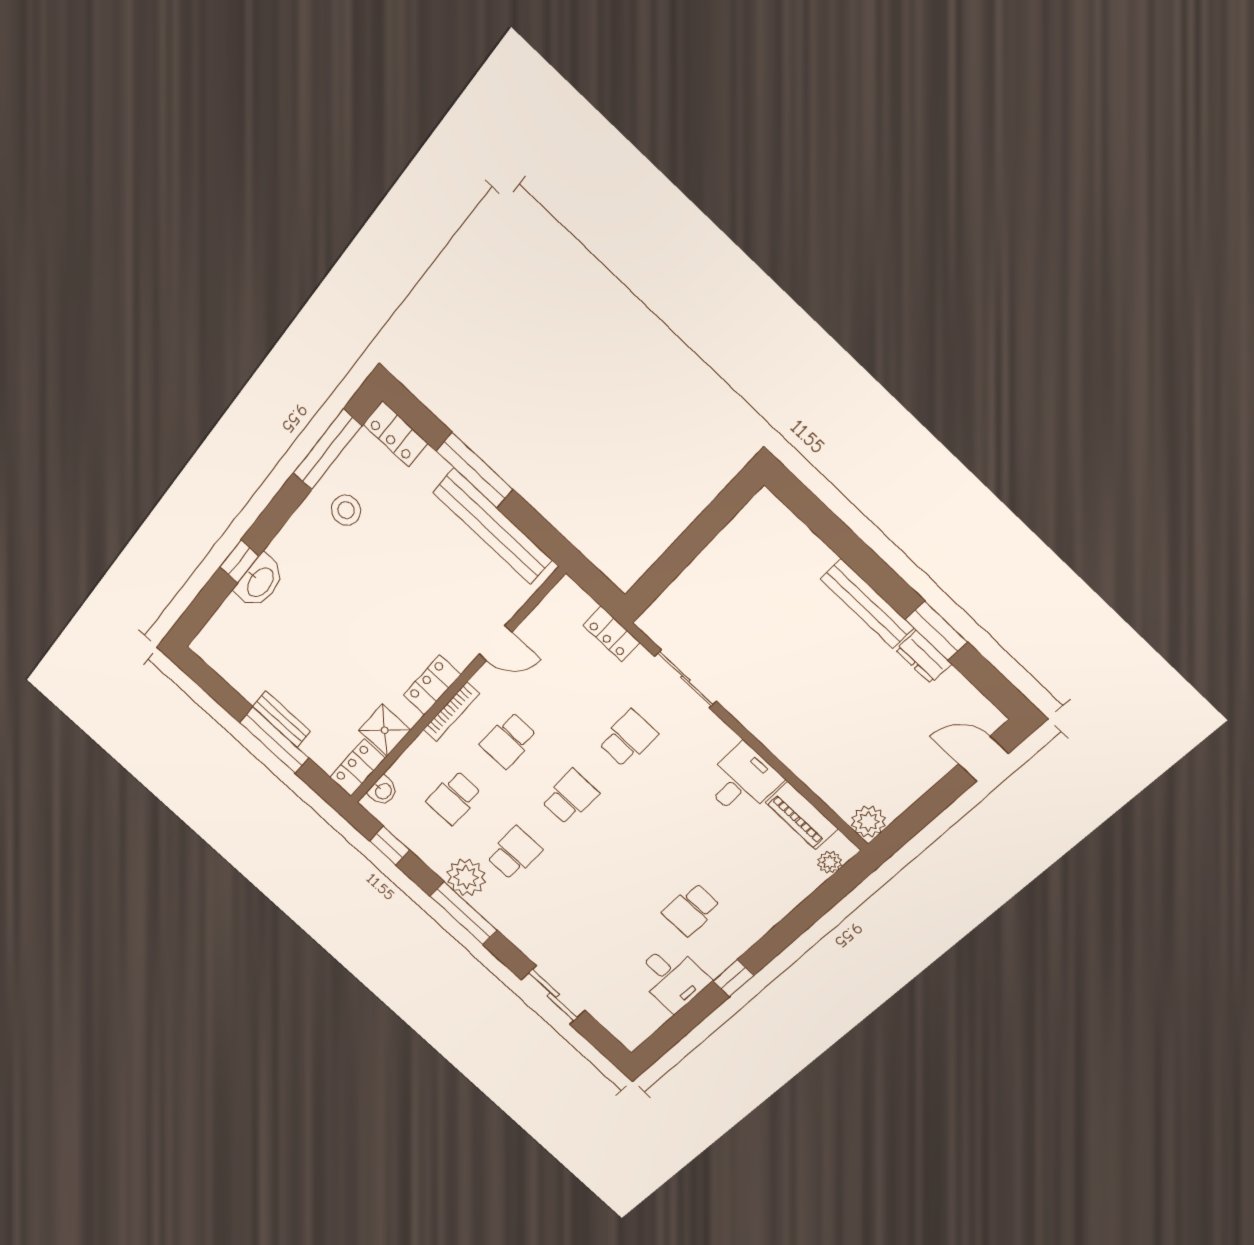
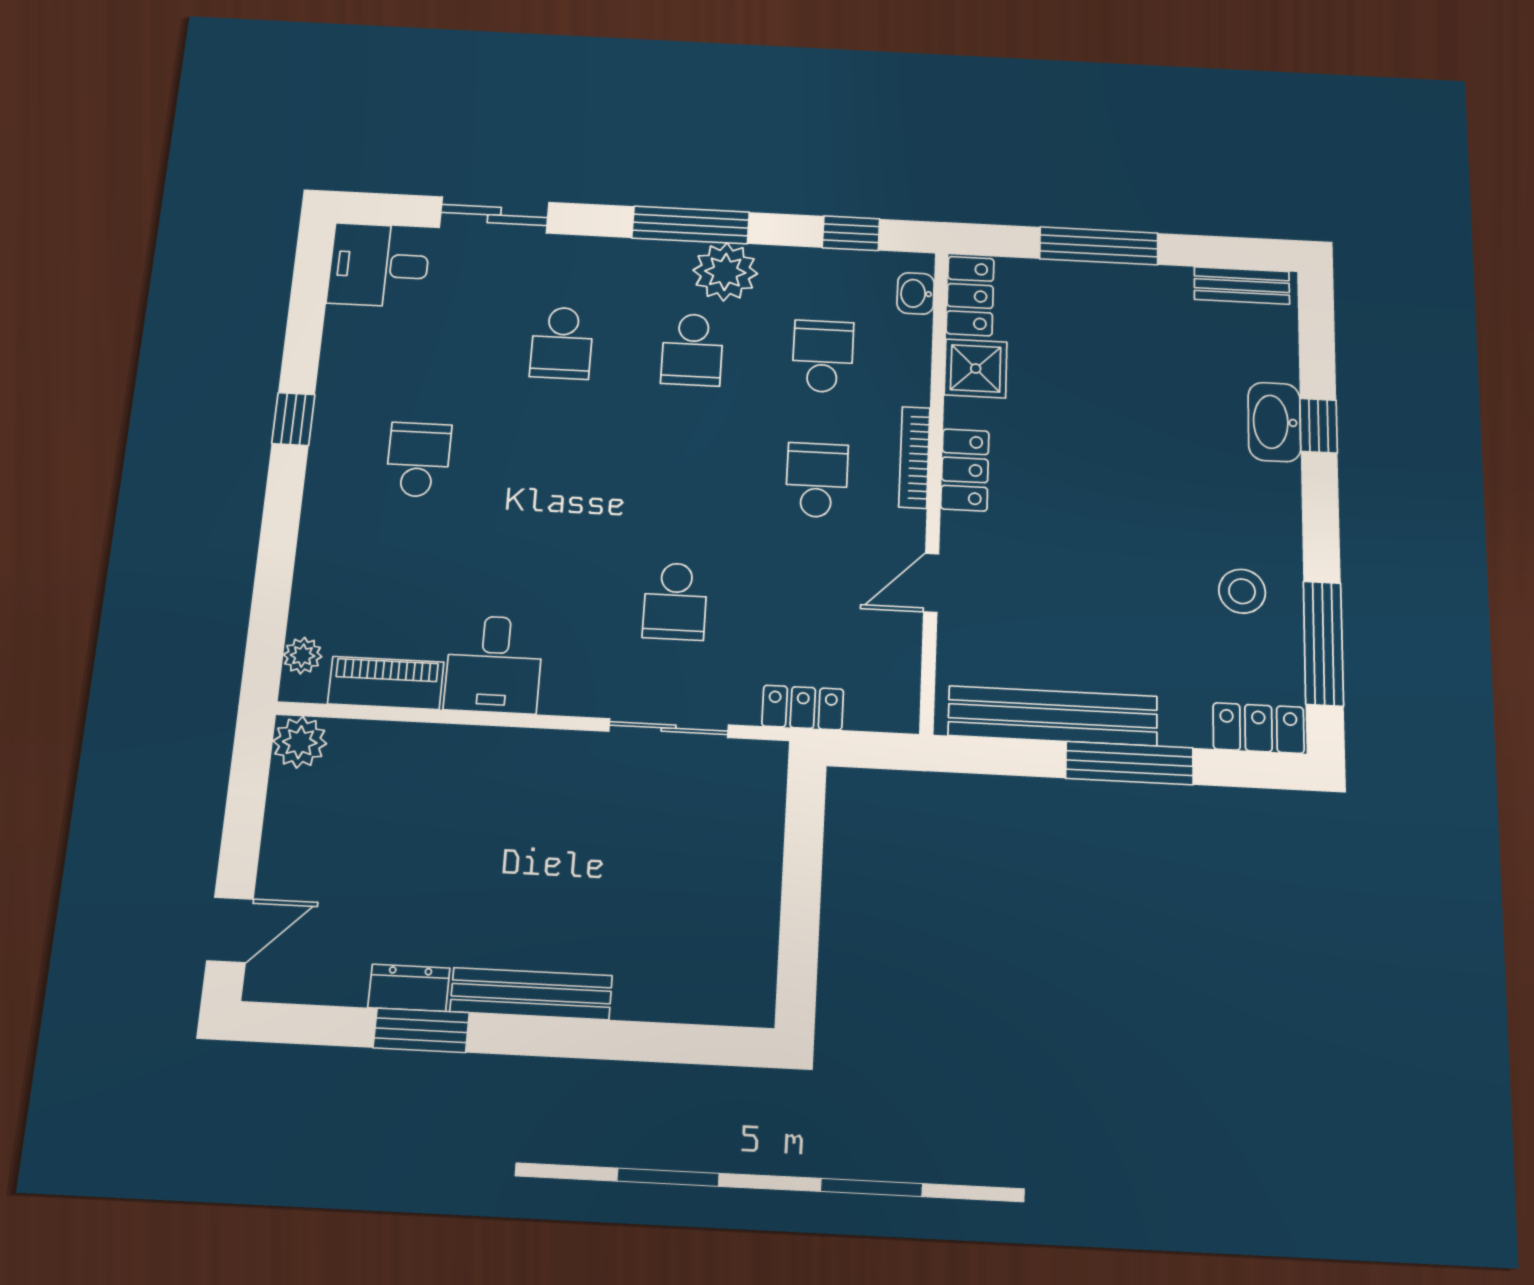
bench: (281, 719) -> (1242, 286), moved
school desk: (570, 797) -> (562, 343), moved
desk: (672, 978) -> (379, 265), moved

